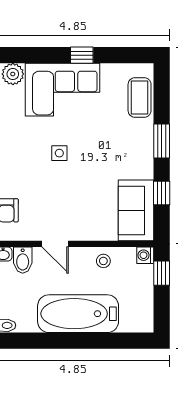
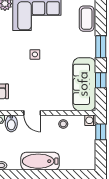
sofa: (136, 210) -> (84, 84), width x1.36
bathtub: (78, 314) -> (40, 161), width x0.73, depth x0.73

